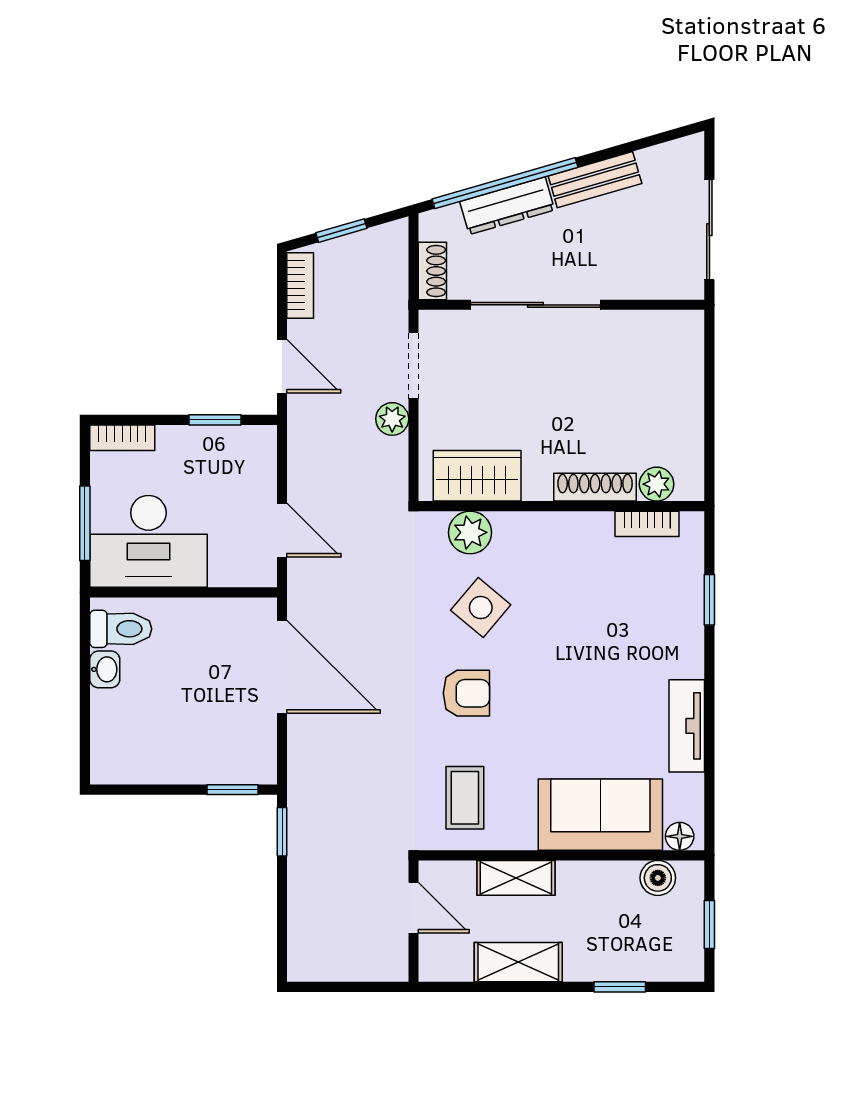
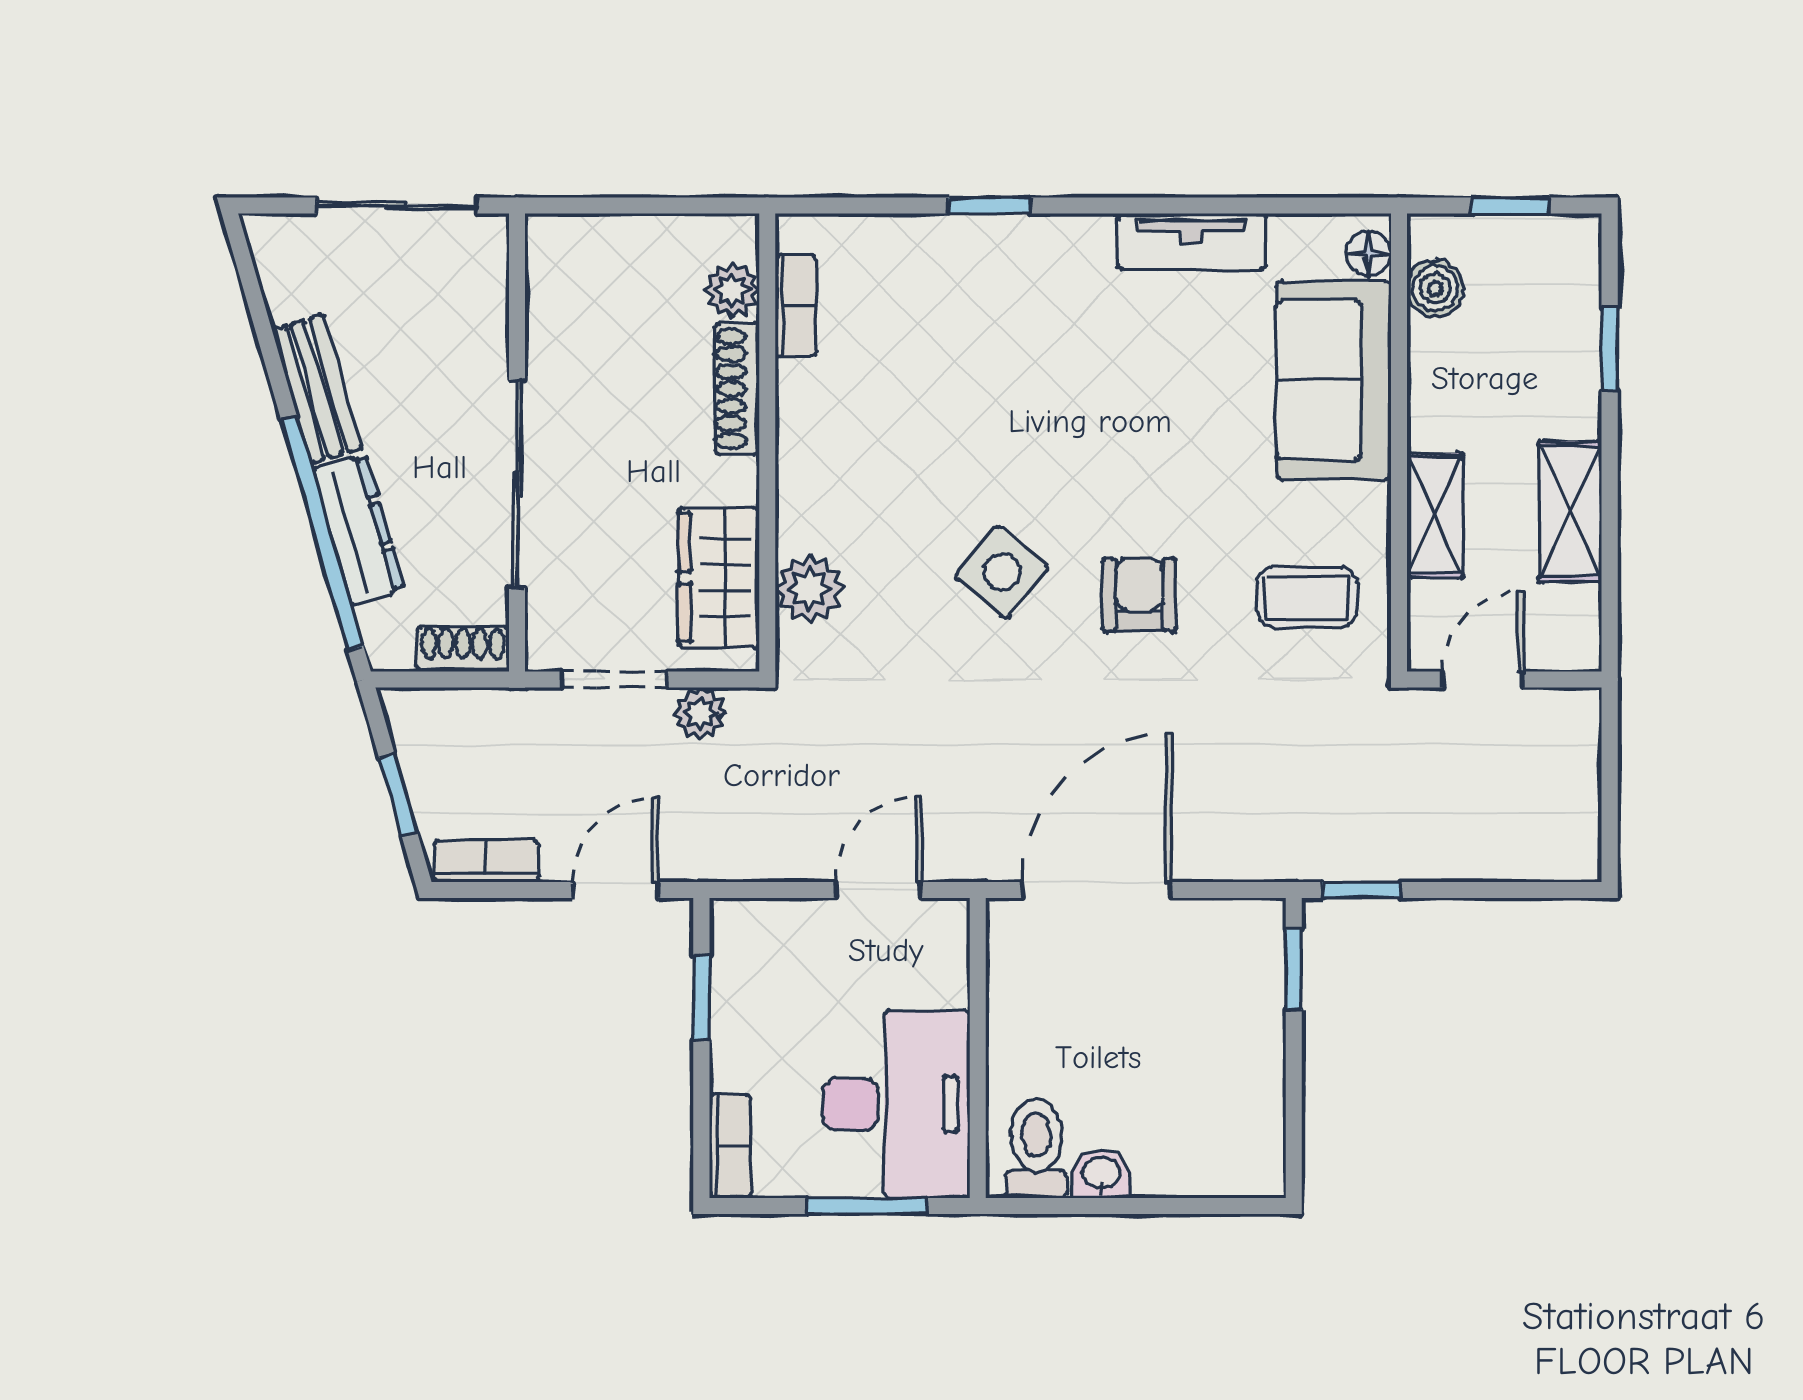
wardrobe: (477, 476) -> (719, 578), moved
plant: (657, 484) -> (732, 290), moved
shoe rack: (595, 487) -> (737, 389), moved
wall: (561, 506) -> (767, 443), moved
bookcase: (647, 524) -> (796, 305), moved
plant: (470, 532) -> (809, 589), moved

